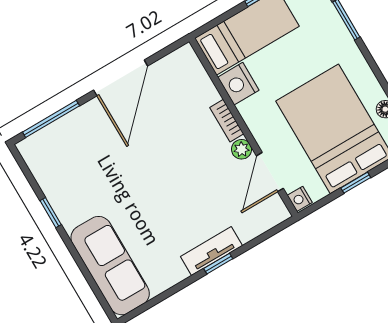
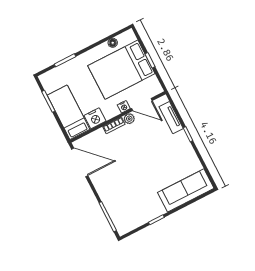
door: (121, 78) -> (80, 162), moved
nightstand: (300, 199) -> (124, 107), moved
tv unit: (211, 251) -> (171, 118), moved

